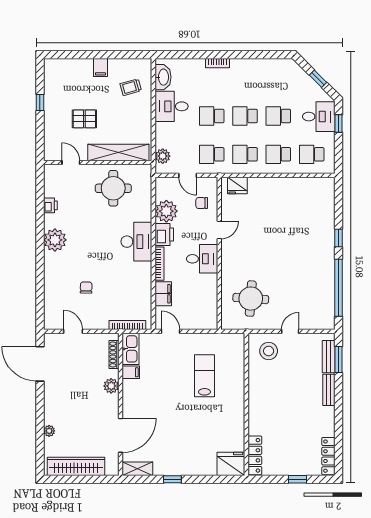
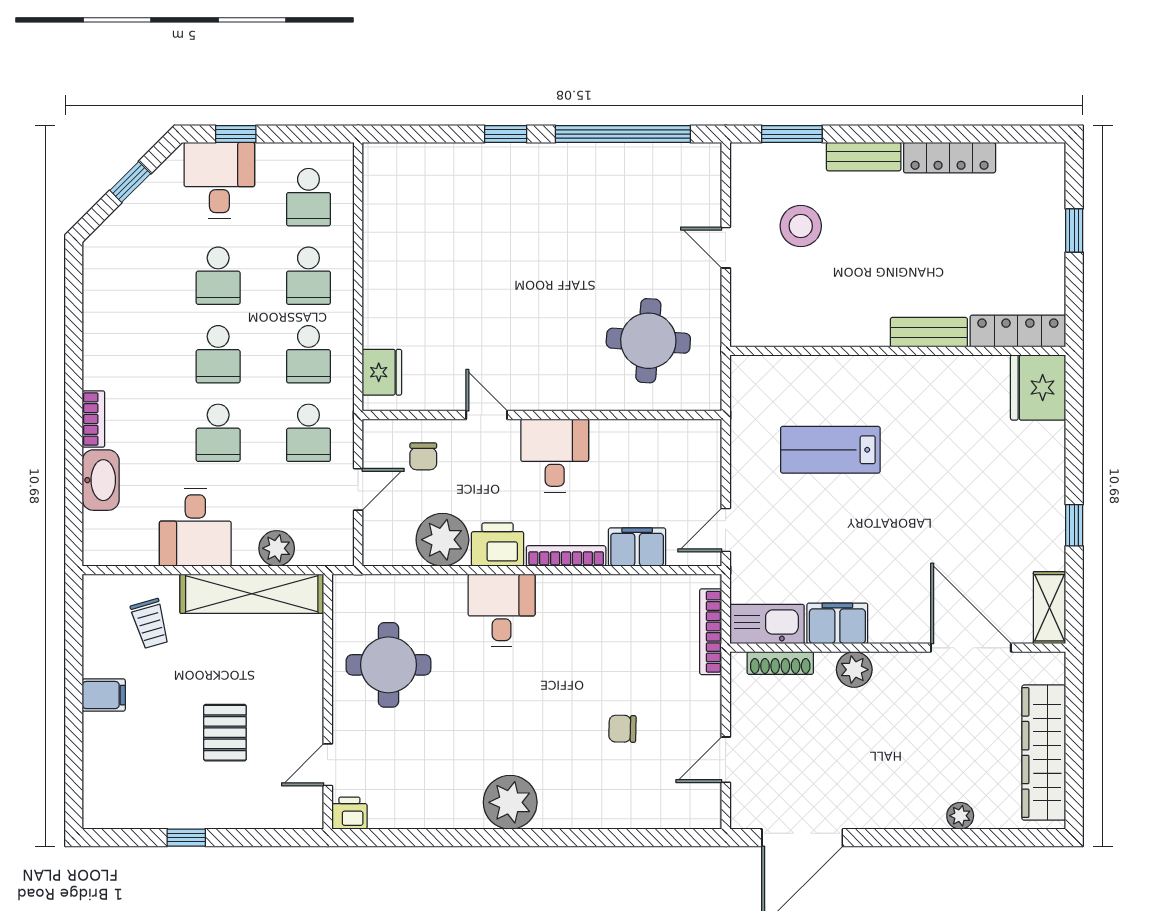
washbasin: (163, 77) -> (101, 480), moved, turned 90
shelving: (118, 152) -> (252, 594), moved, turned 90
plant: (163, 156) -> (277, 548), moved
printer: (50, 205) -> (349, 813), moved
desk: (136, 242) -> (502, 610), width x0.73
stool: (269, 351) -> (801, 226), moved
bench: (329, 357) -> (929, 332), moved
filing cabinet: (131, 372) -> (837, 623), width x2.00
locker: (328, 456) -> (950, 158), moved

